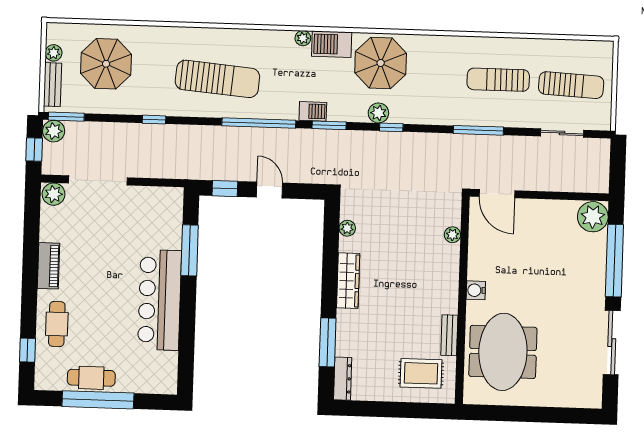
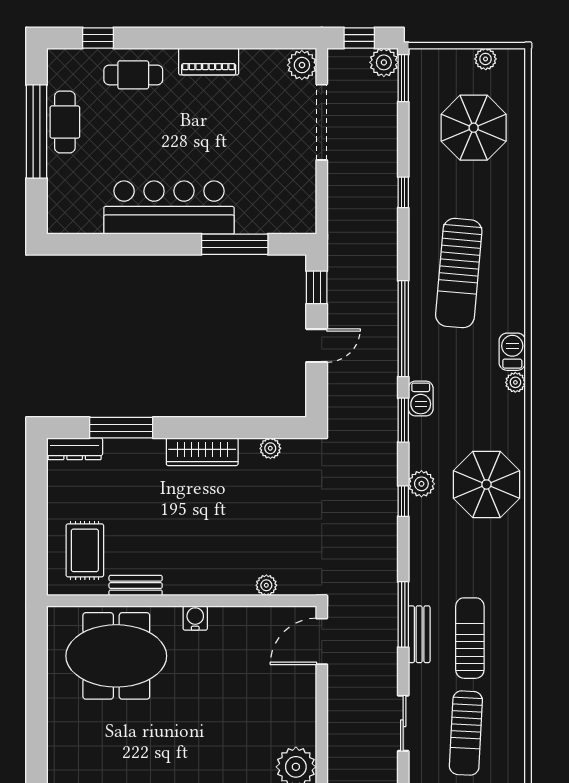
barbecue: (332, 44) -> (512, 352), moved, width x0.73, depth x0.79
bench: (53, 85) -> (419, 634), moved, turned 90

